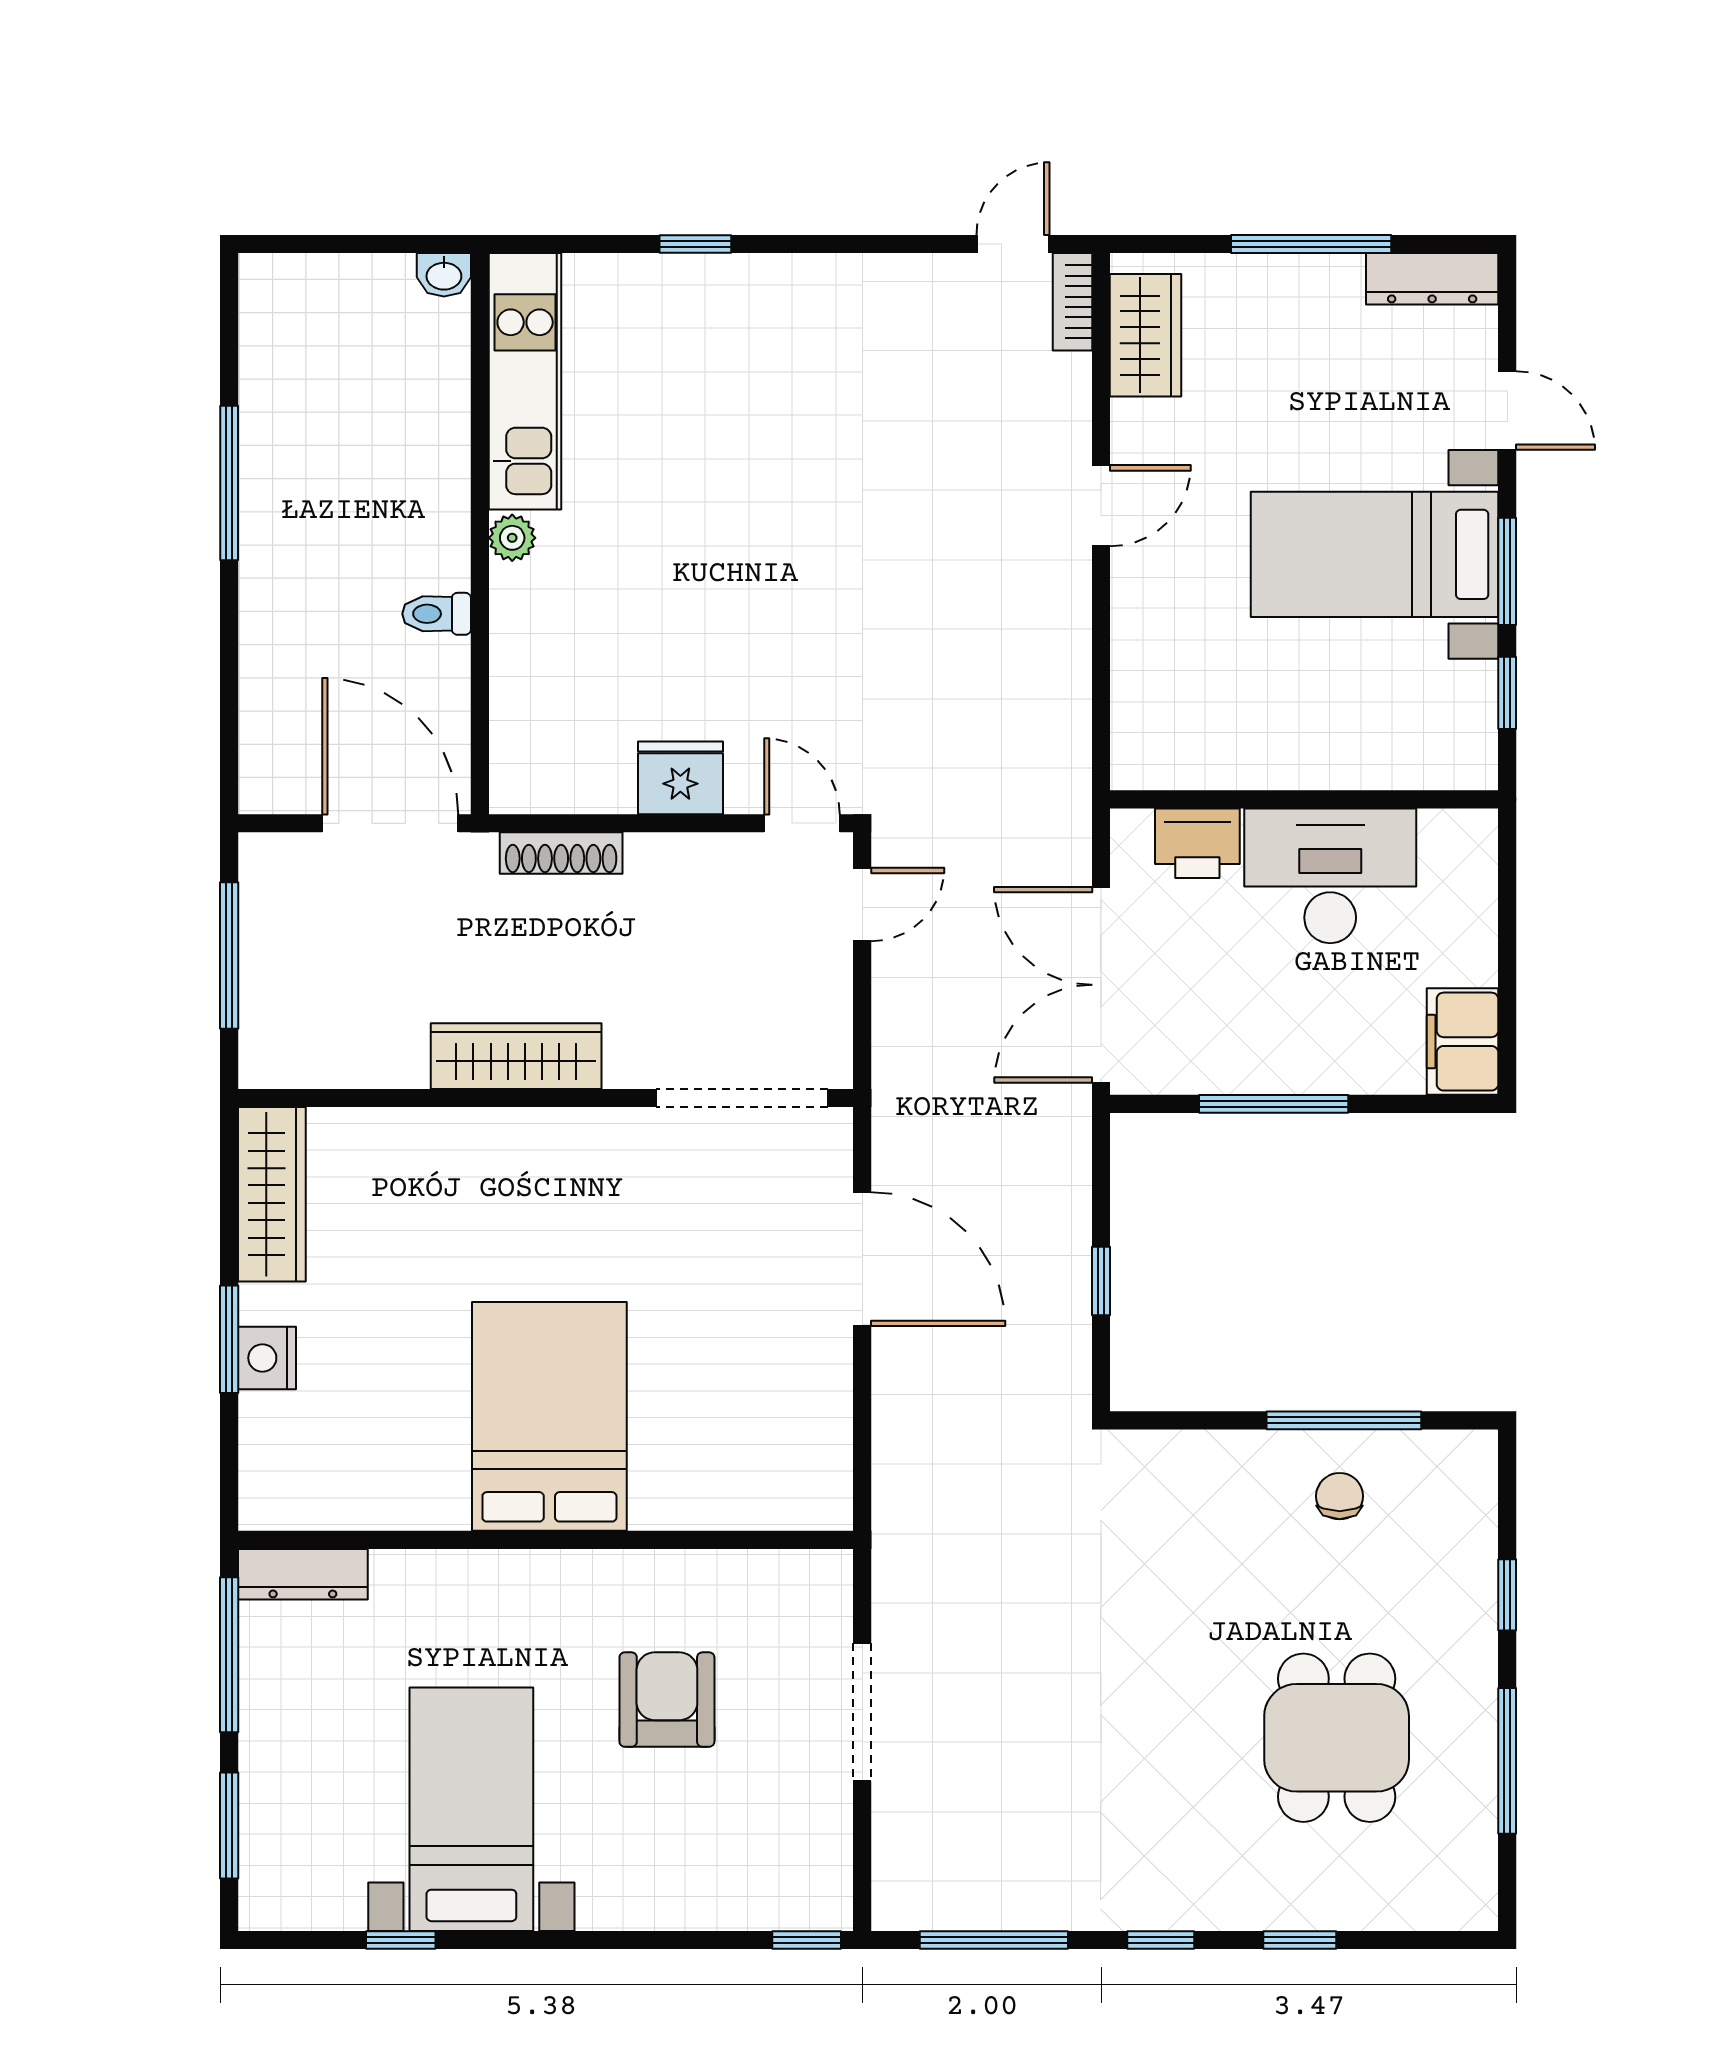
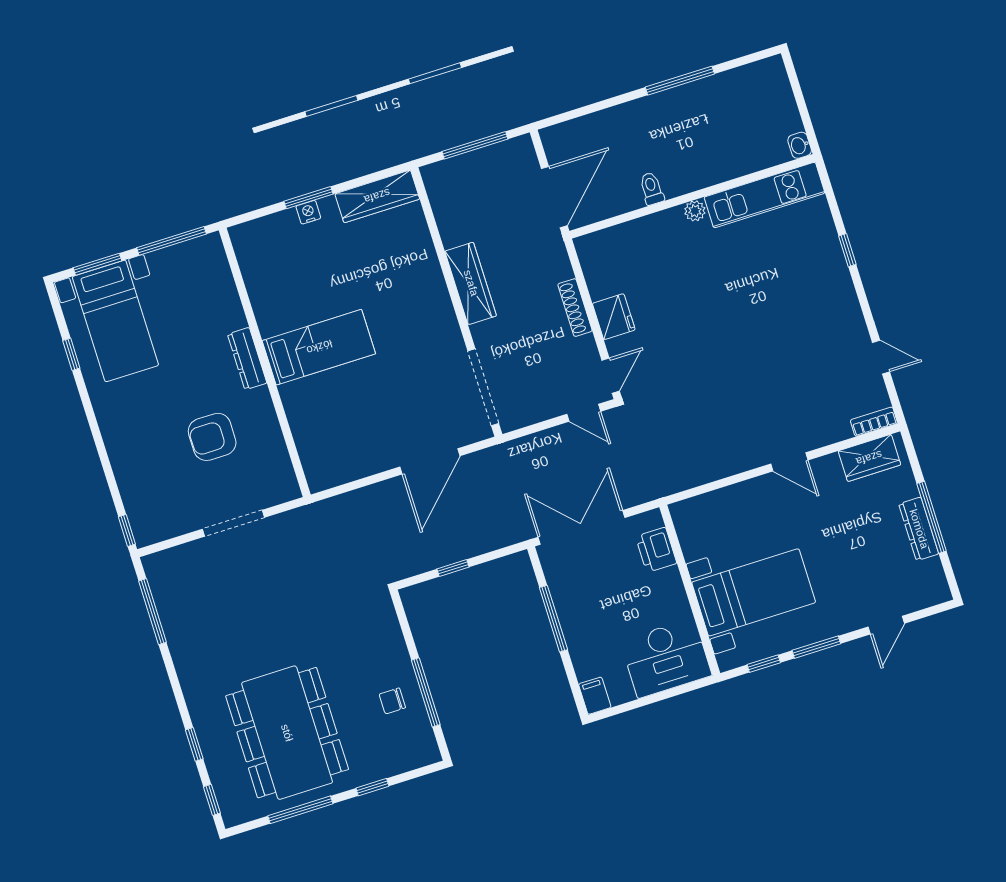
door: (1013, 244) -> (881, 357), moved
dresser: (1432, 279) -> (919, 529), moved
bed with nightstands: (1374, 554) -> (754, 592), moved, turned 90
shoe rack: (561, 853) -> (575, 308), moved
desk: (1330, 876) -> (666, 658), moved, turned 90
filing cabinet: (1462, 1042) -> (595, 696), width x0.50
nightstand: (267, 1358) -> (308, 212), width x0.72, depth x0.74
bed: (549, 1416) -> (319, 347), width x0.67
chair: (1340, 1496) -> (392, 701), turned 180
dresser: (303, 1574) -> (247, 359), moved
armchair: (667, 1700) -> (212, 437), turned 180
dining table: (1337, 1738) -> (287, 733), width x1.88, depth x1.24
bed with nightstands: (471, 1809) -> (115, 321), moved, turned 90
window: (1161, 1940) -> (212, 800), moved

